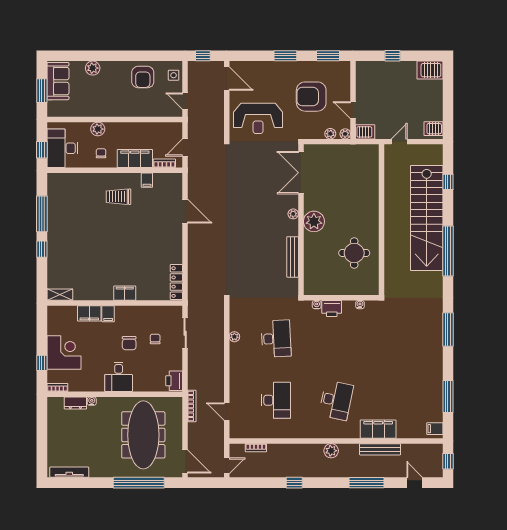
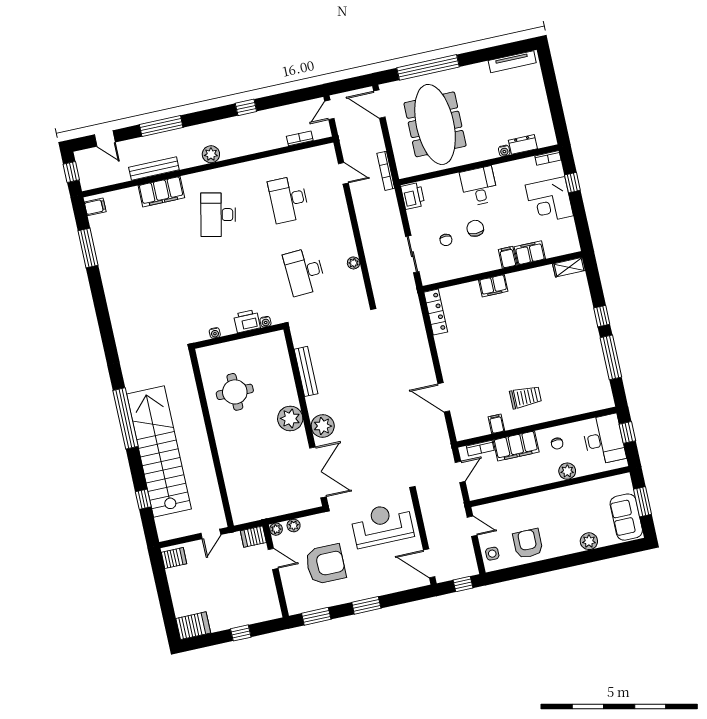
plant: (293, 214) -> (323, 426), width x1.87, depth x1.87
window: (448, 330) -> (105, 326), removed

